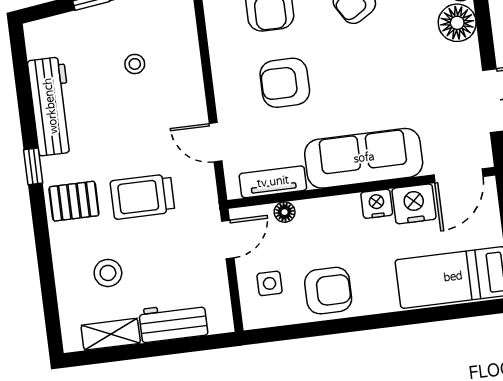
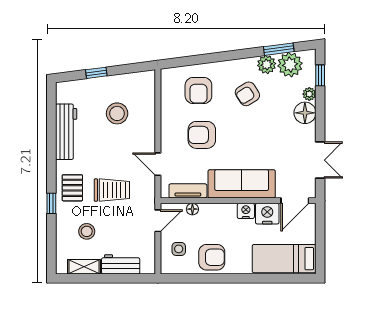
stool: (135, 64) -> (117, 113), width x1.89, depth x1.89
window: (33, 166) -> (51, 203), moved
trolley: (142, 197) -> (112, 190), turned 180
pallet: (74, 201) -> (72, 188), turned 90

